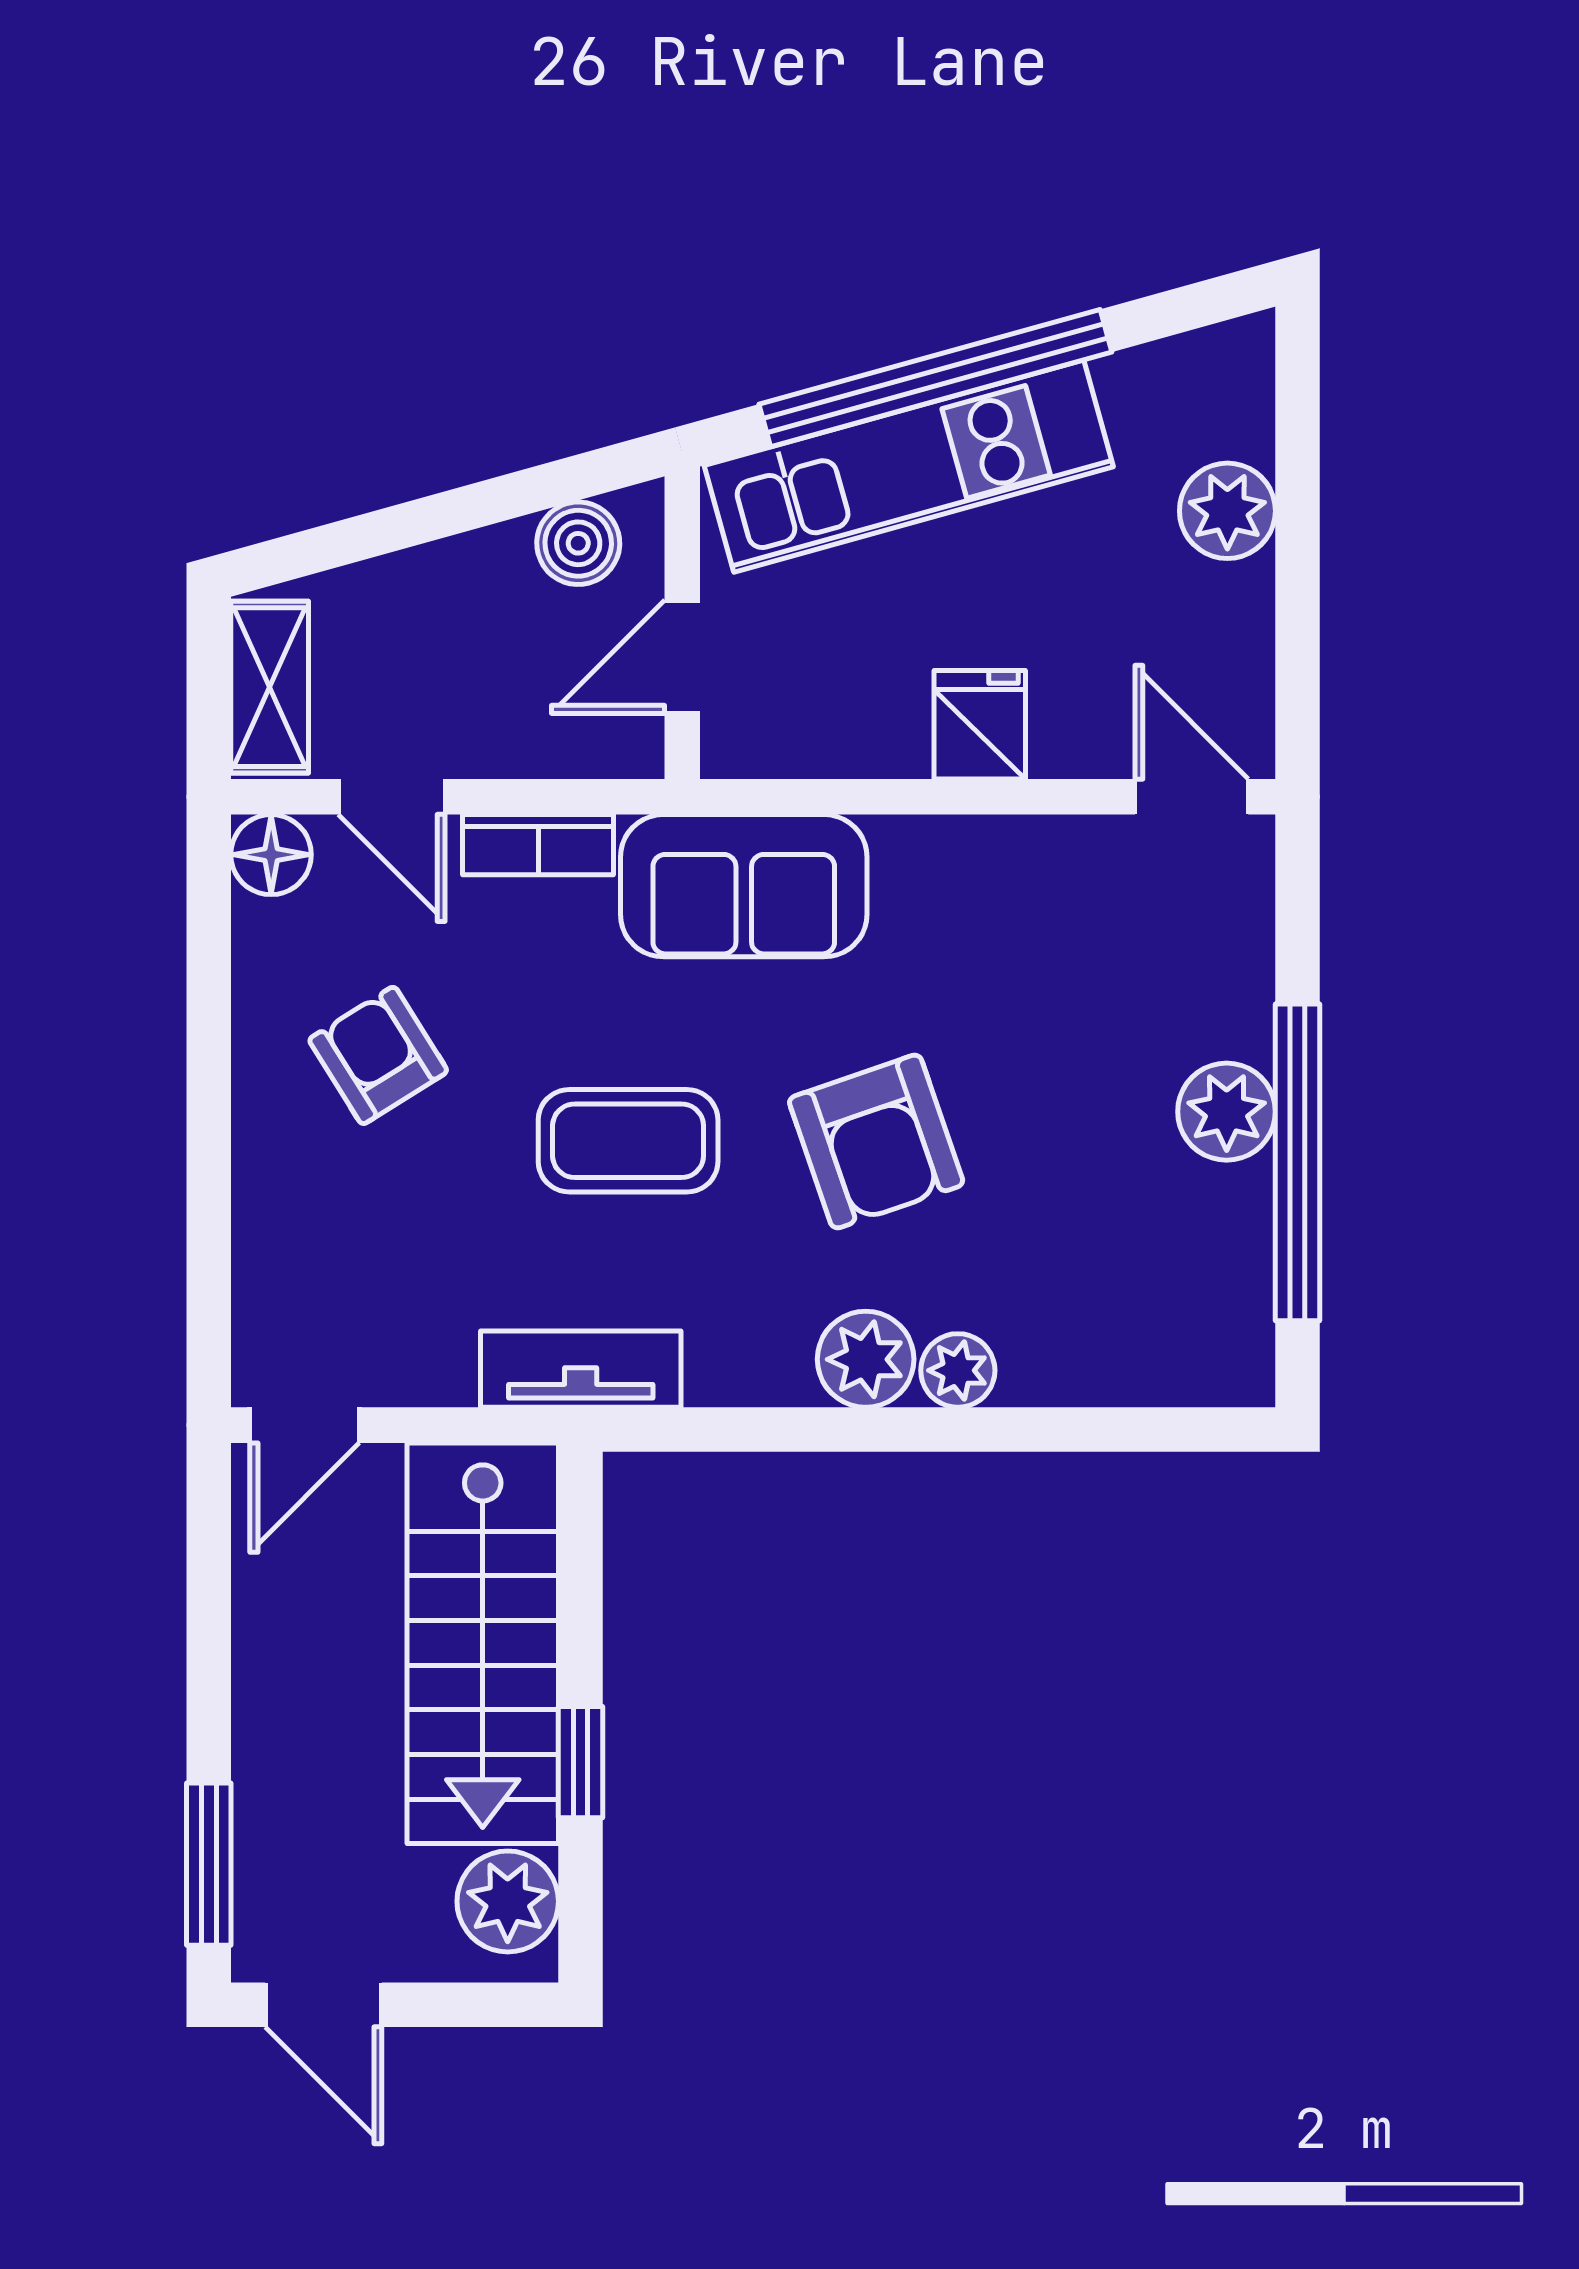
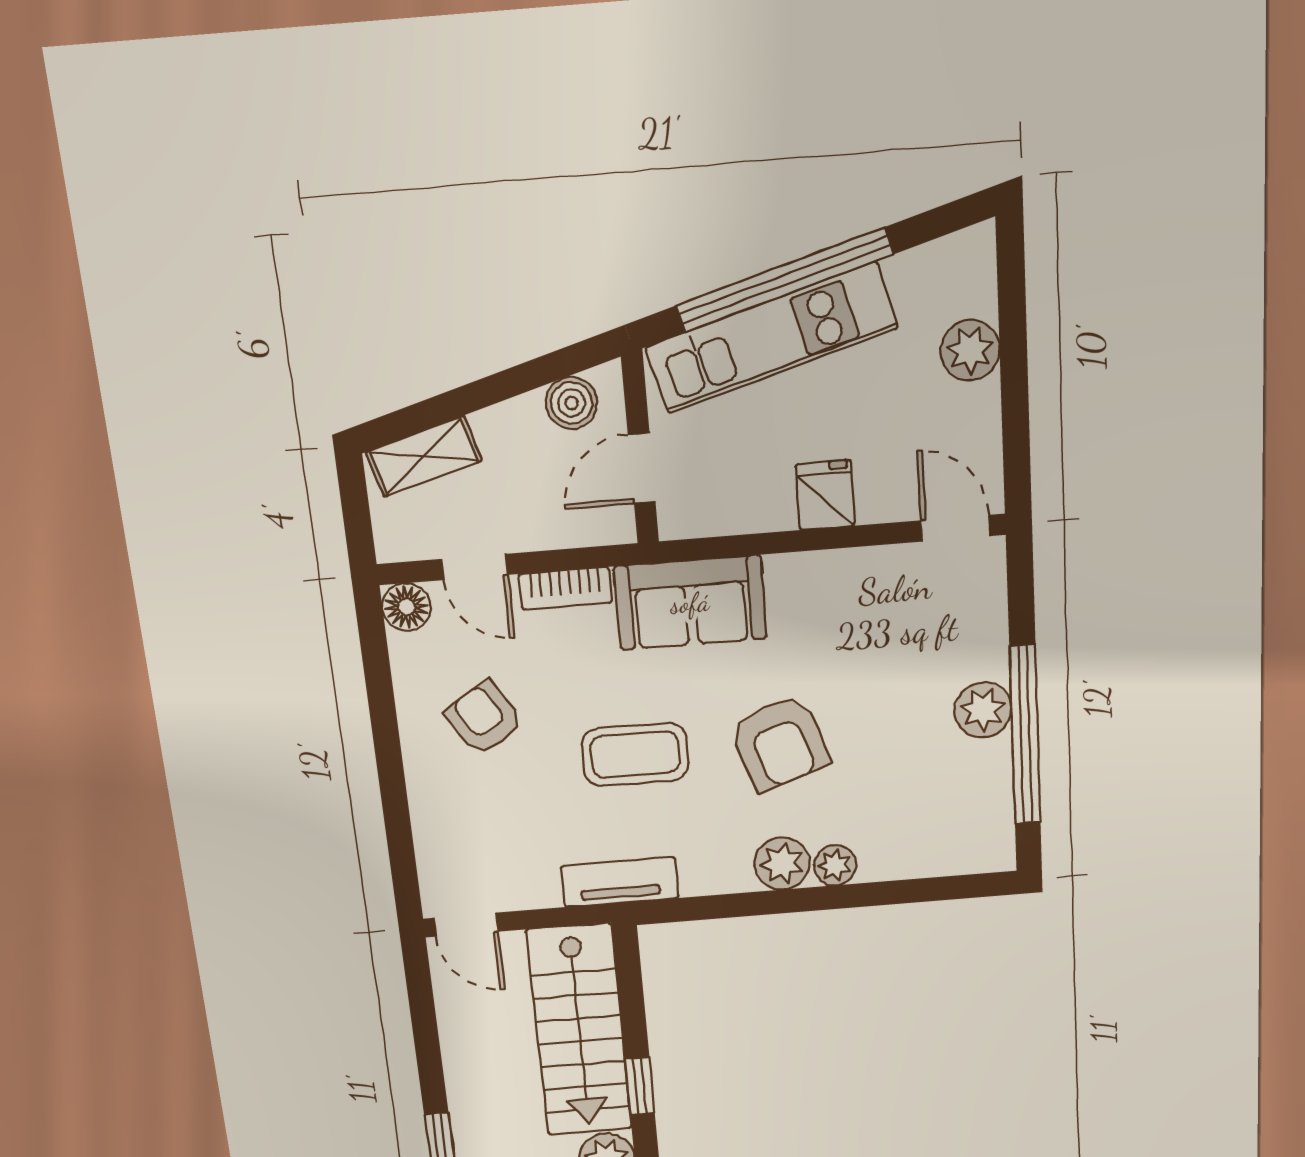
shelving: (270, 687) -> (424, 456), moved, turned 74
door: (305, 1425) -> (466, 925), hinge flipped

